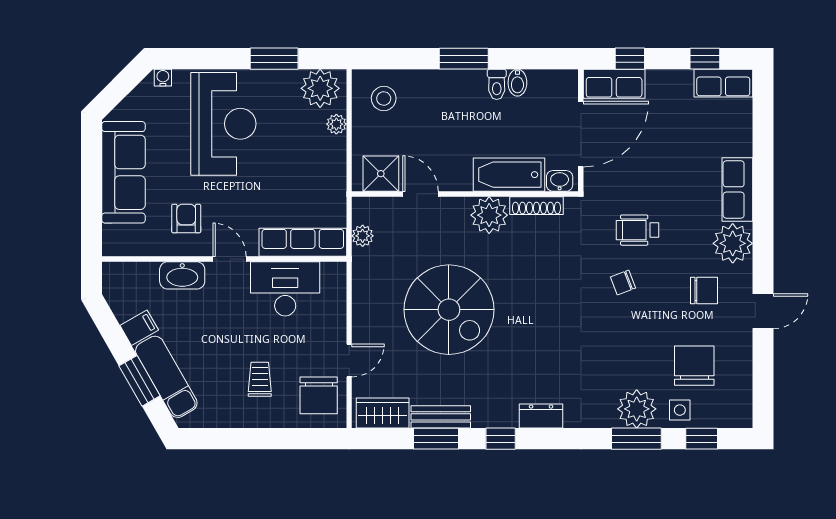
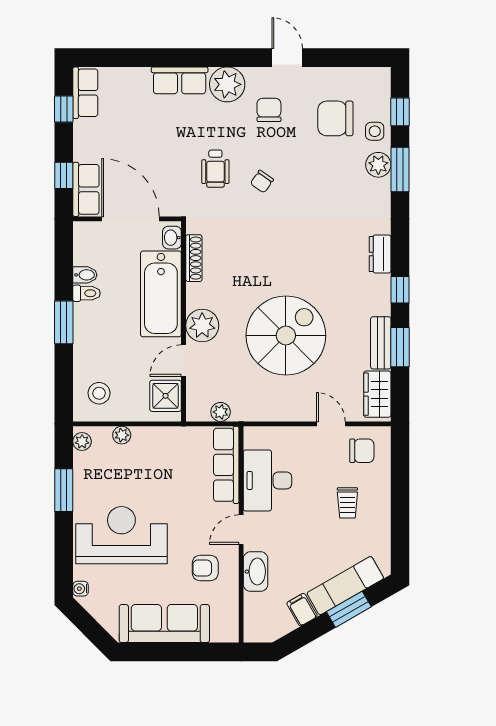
plant: (320, 88) -> (82, 442), width x0.53, depth x0.53
bathtub: (509, 175) -> (161, 294), width x1.36, depth x1.36
plant: (489, 215) -> (202, 326), moved
chair: (623, 283) -> (262, 182), turned 56
trolley: (260, 379) -> (347, 503), turned -90
chair: (319, 395) -> (362, 451), width x0.73, depth x0.73
plant: (637, 409) -> (378, 165), width x0.73, depth x0.73

